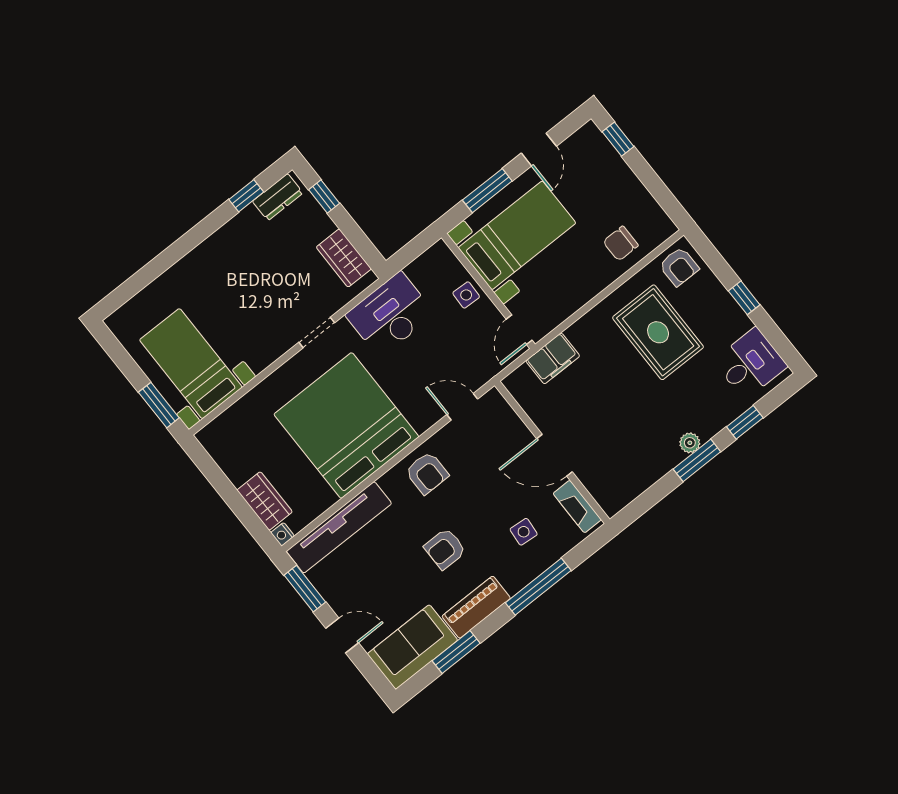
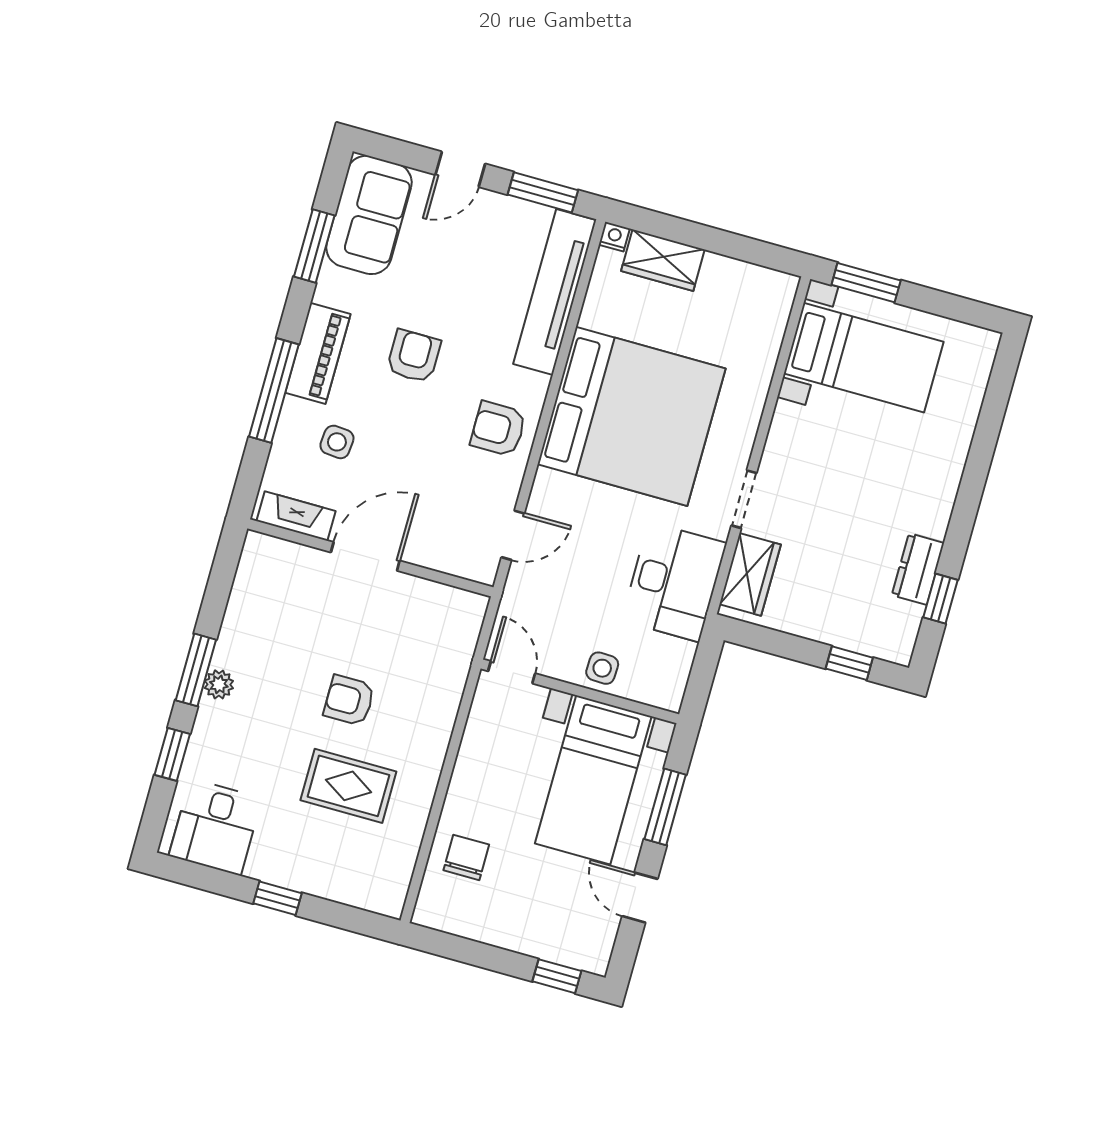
dresser: (278, 197) -> (918, 569), moved
wardrobe: (344, 258) -> (750, 574), moved, turned 90
armchair: (679, 267) -> (349, 700), moved
rug: (658, 332) -> (348, 786), width x0.73, depth x0.70
filing cabinet: (553, 358) -> (449, 667), removed
piano: (476, 607) -> (318, 353), moved

